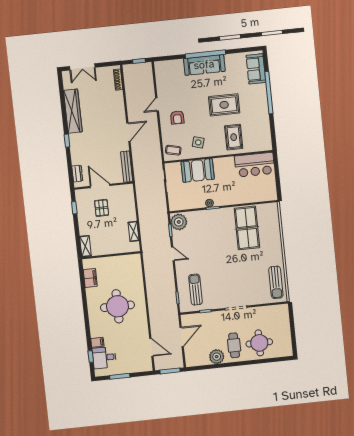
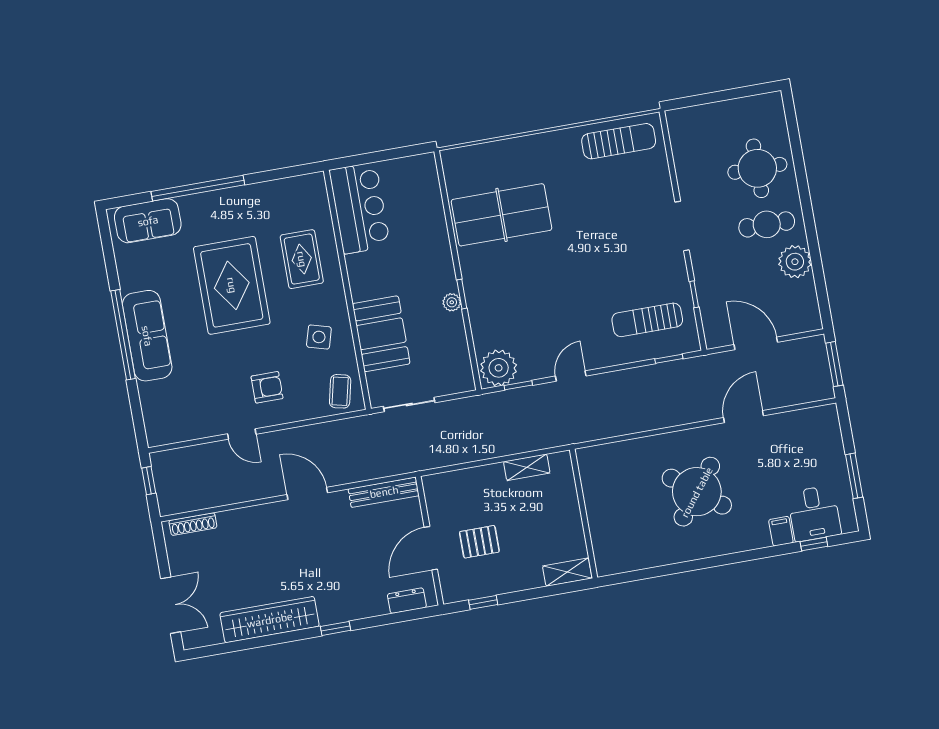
rug: (224, 105) -> (232, 285), width x1.37, depth x1.44
rug: (234, 137) -> (302, 259), turned 90
filing cabinet: (90, 278) -> (637, 557), removed
round table: (117, 306) -> (697, 492), turned 38
door: (151, 347) -> (743, 417), moved

